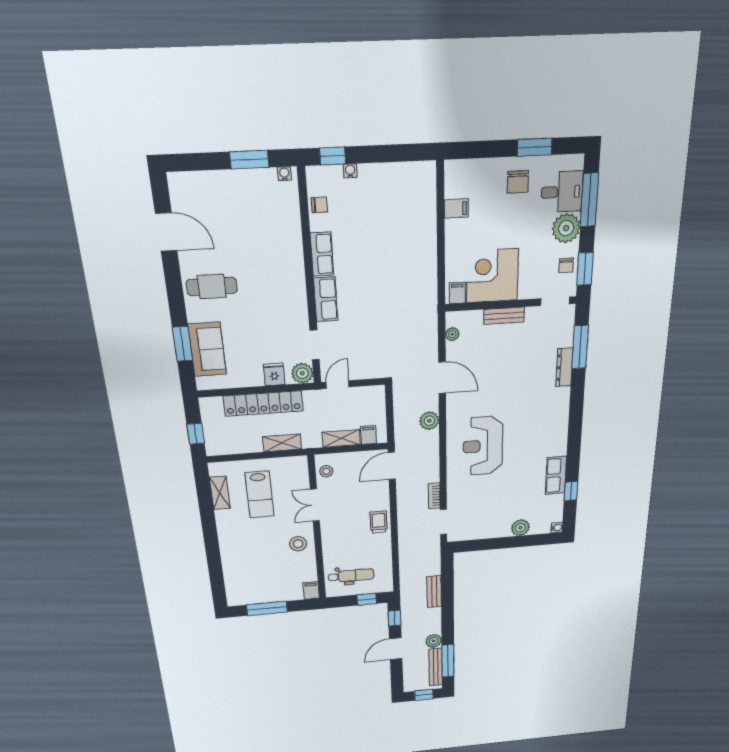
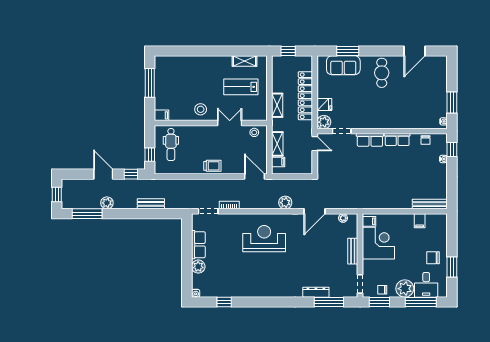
row of seats: (556, 475) -> (198, 245), moved, turned 90
bench: (436, 667) -> (430, 204), moved

